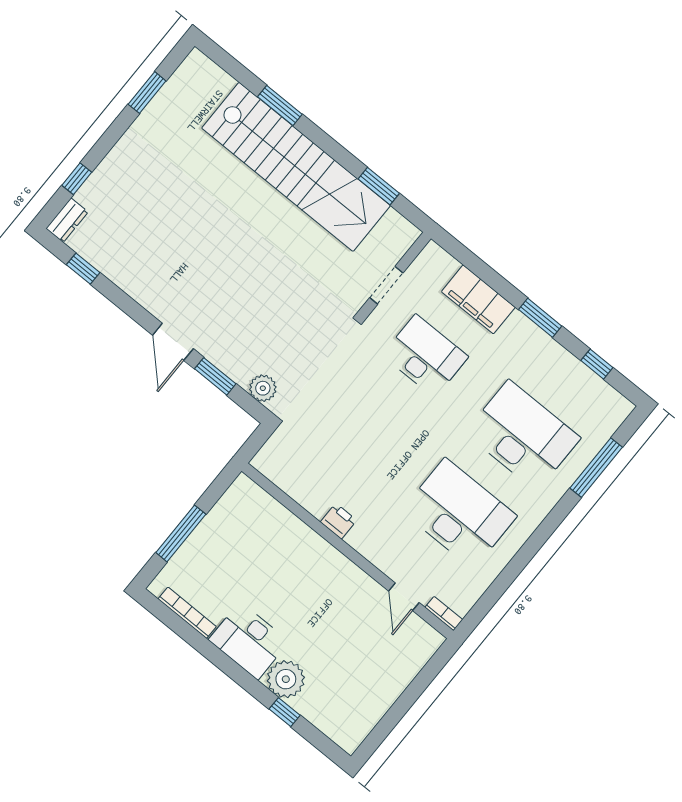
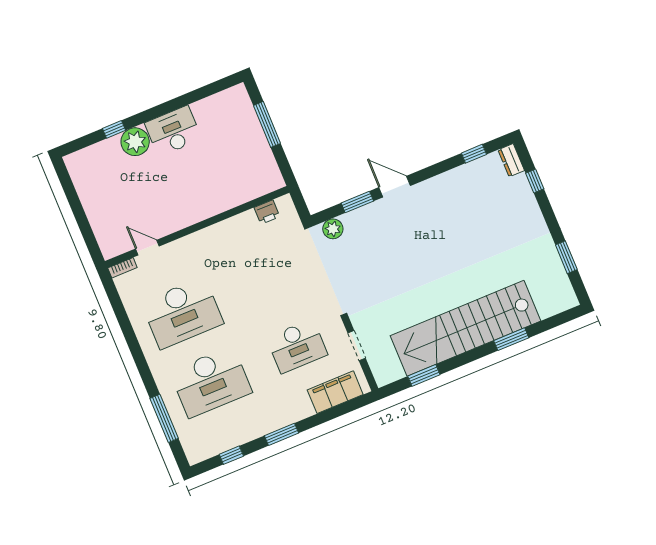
filing cabinet: (478, 299) -> (335, 392), moved
printer: (339, 521) -> (267, 212), moved
bookcase: (187, 613) -> (213, 101), removed

